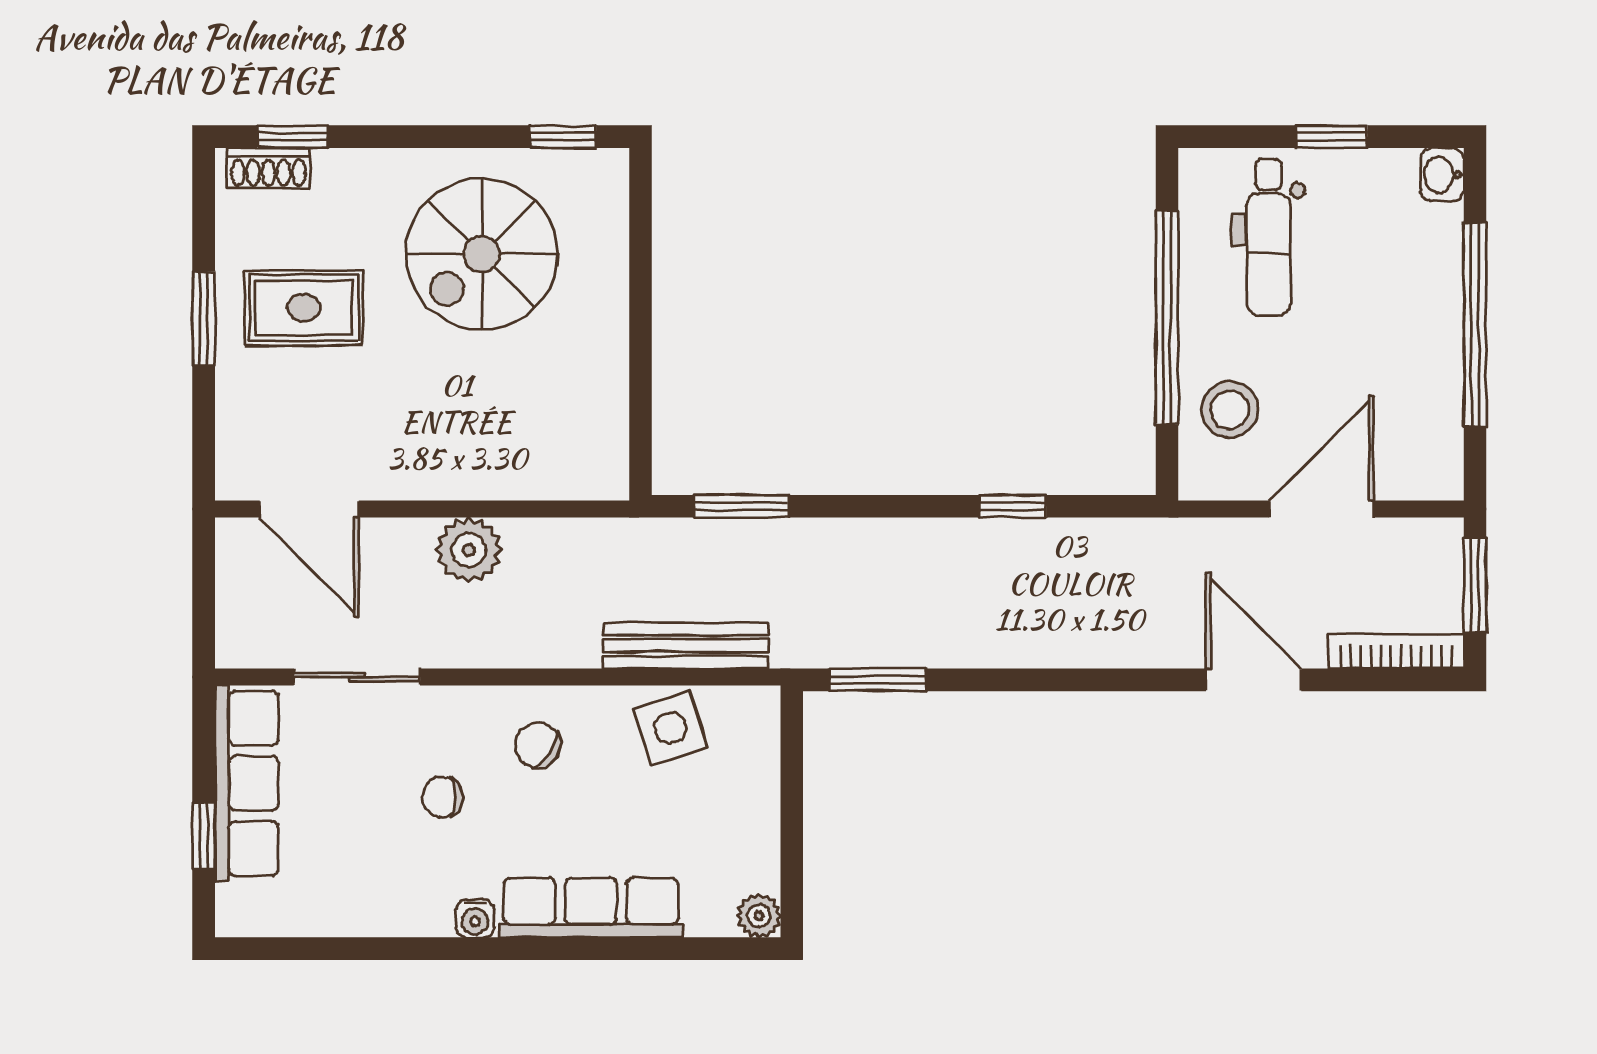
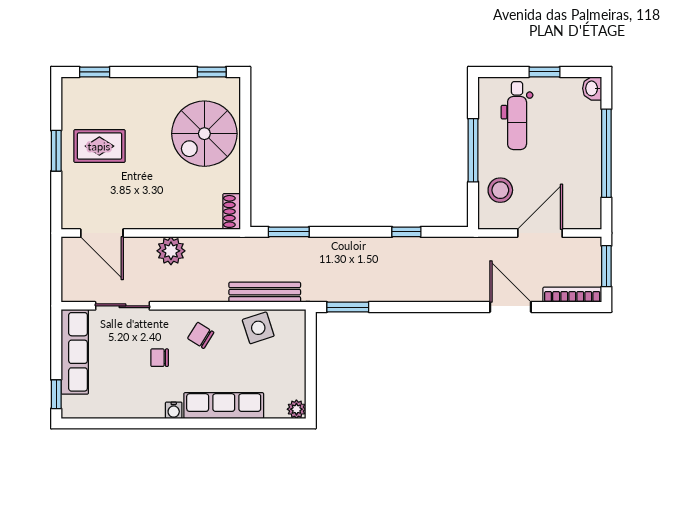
shoe rack: (268, 168) -> (232, 211), moved, turned 90
spiral stairs: (482, 254) -> (204, 134), moved
window: (1167, 317) -> (473, 150), width x0.68
window: (204, 836) -> (56, 394), moved

